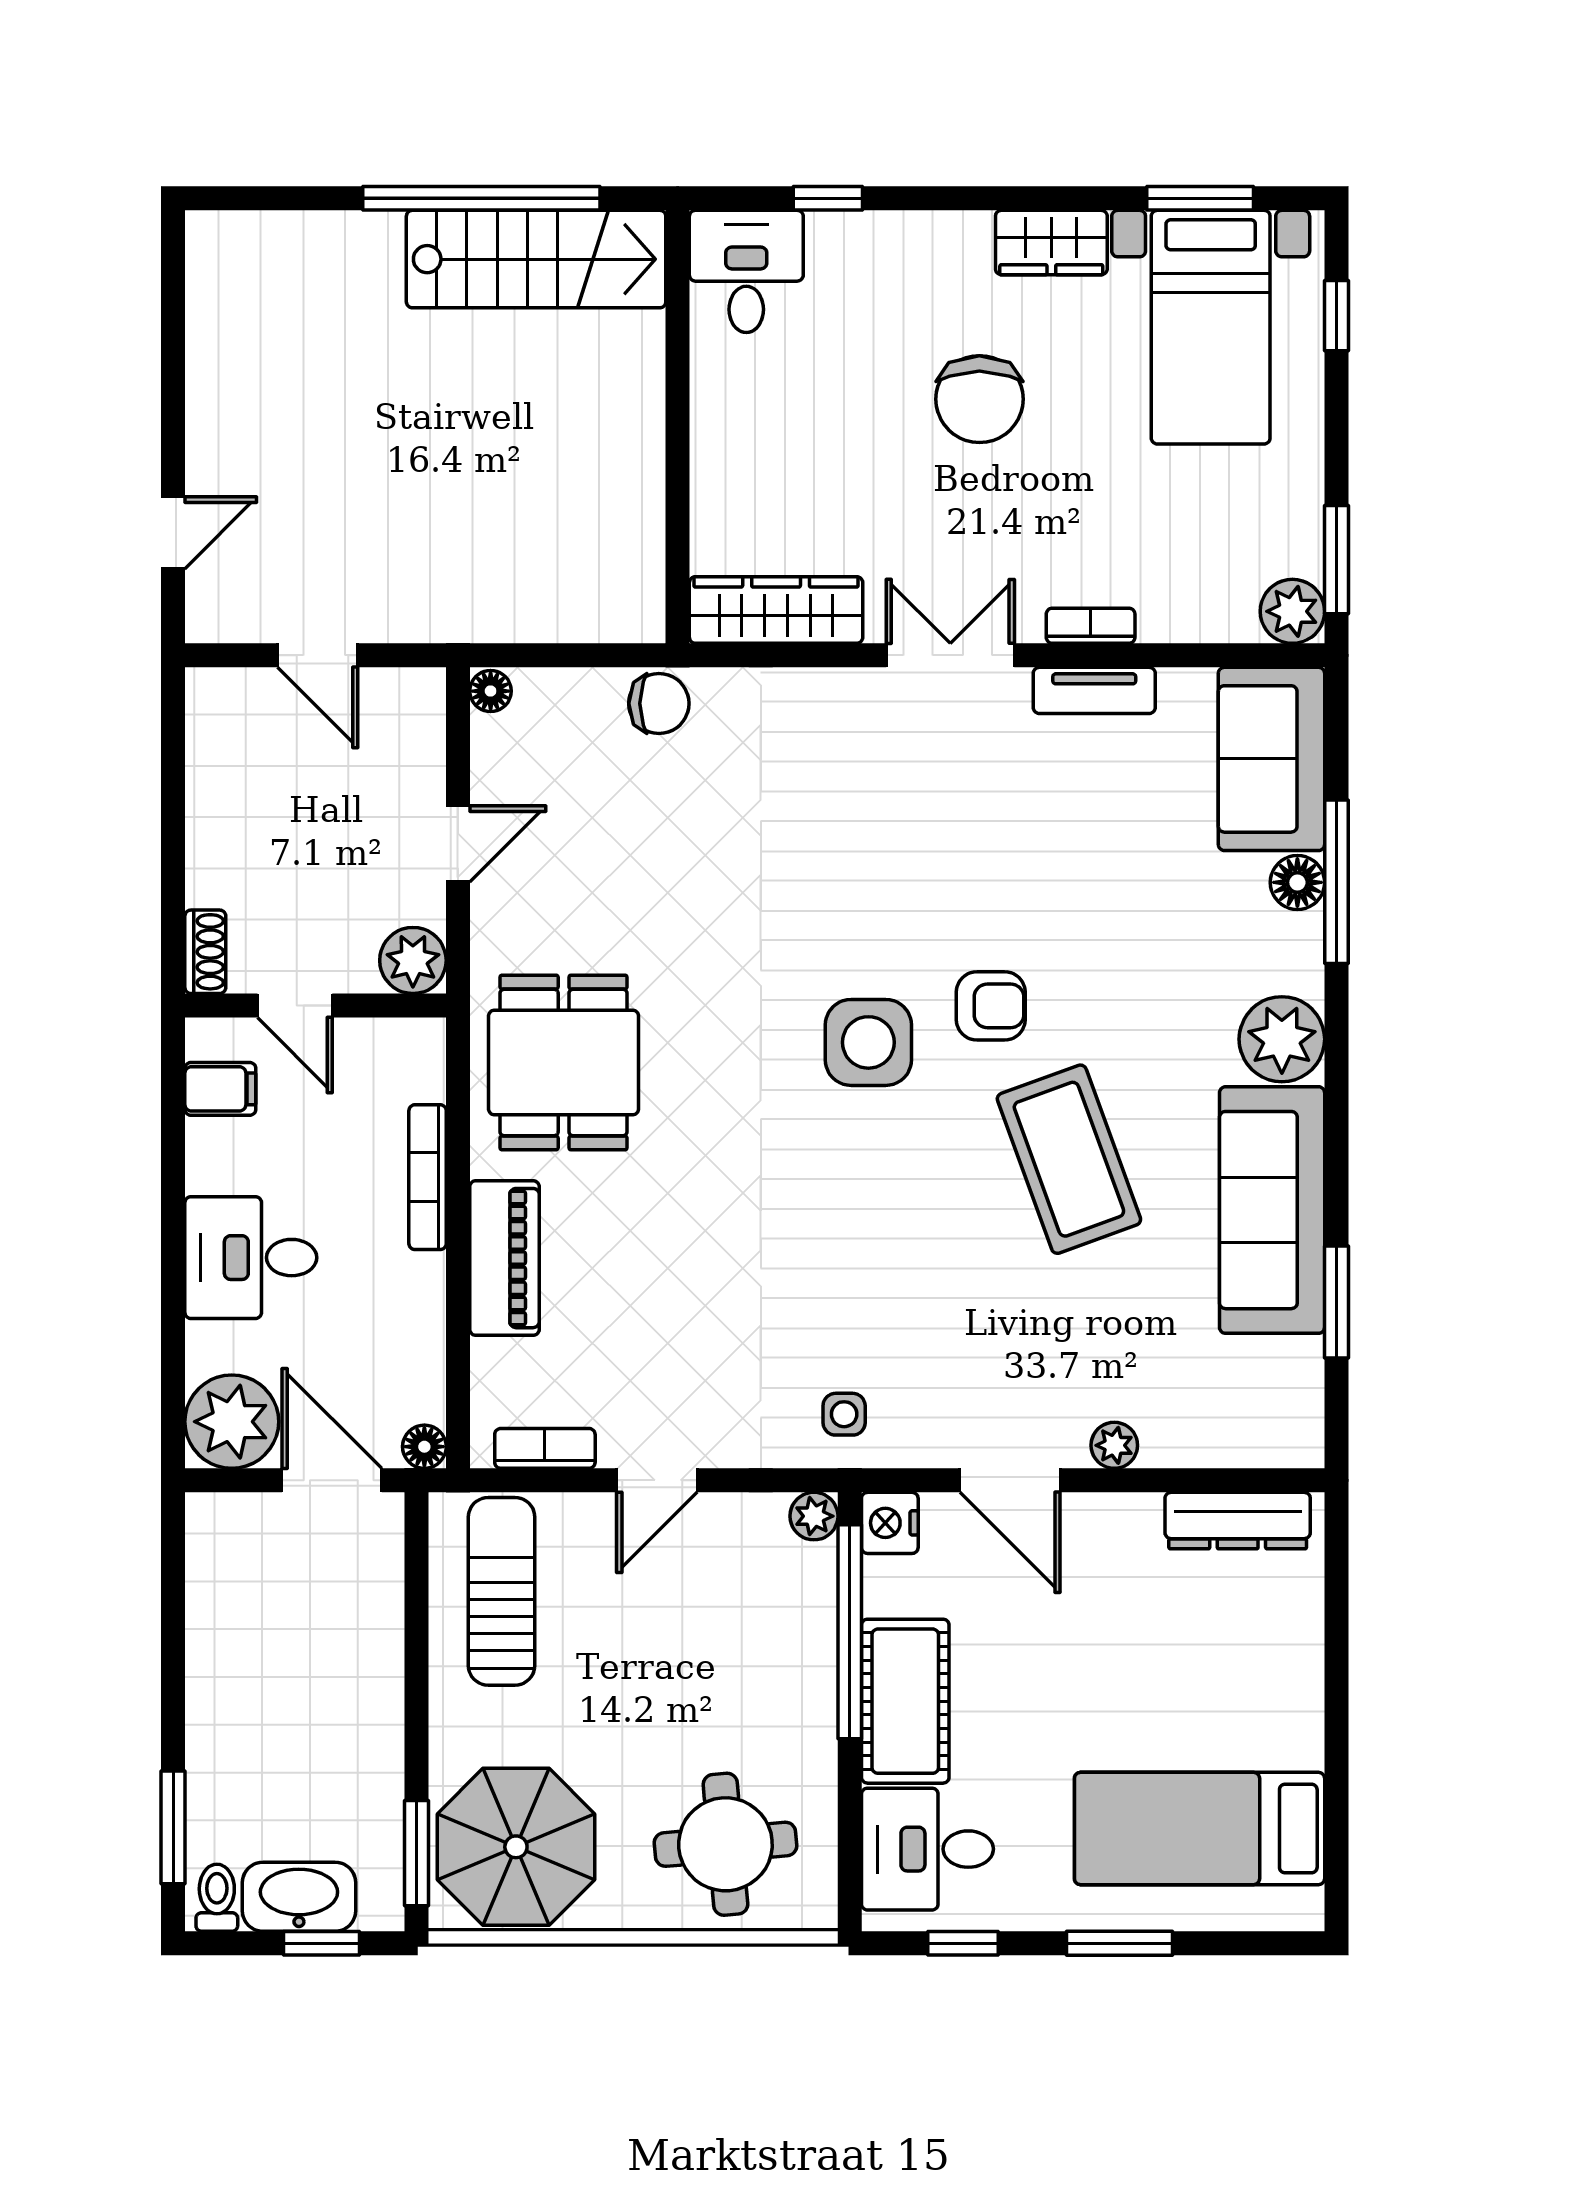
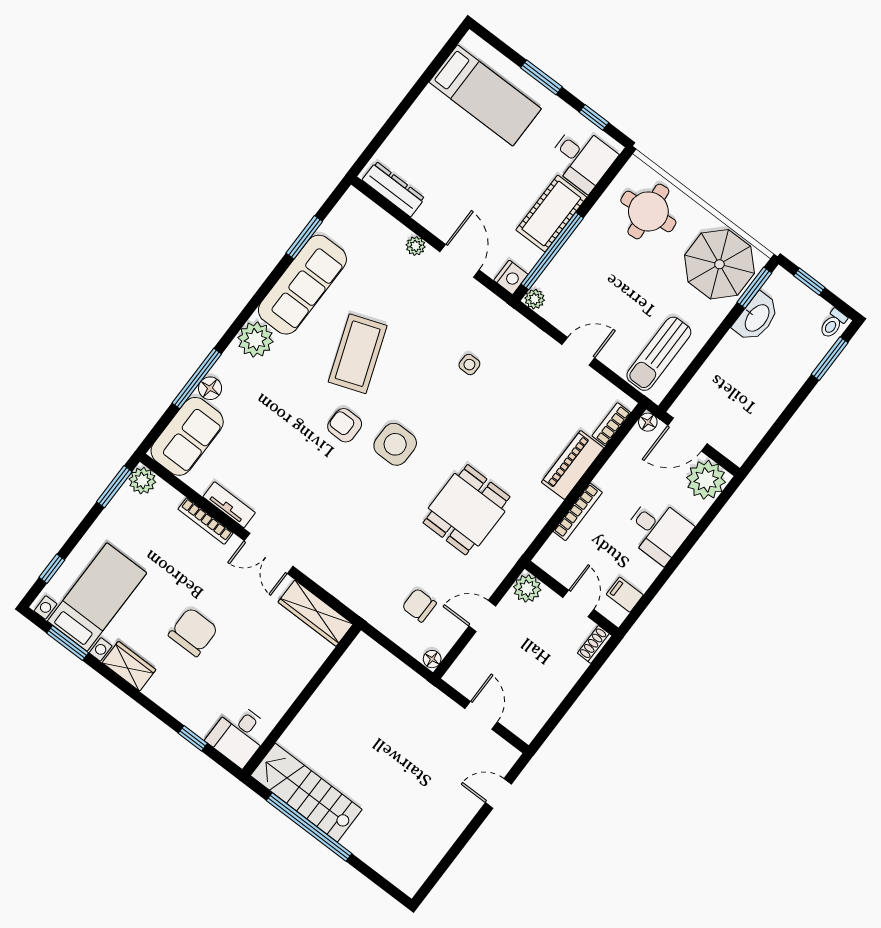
bookcase: (1091, 626) -> (205, 521), width x1.56
chair: (659, 703) -> (419, 605), moved
dining table: (564, 1062) -> (467, 510), moved
side table: (844, 1414) -> (469, 365), moved
bookcase: (545, 1448) -> (611, 424), moved, turned 90
door: (332, 1480) -> (687, 434), hinge flipped
washbasin: (299, 1897) -> (756, 317), moved, turned -90

